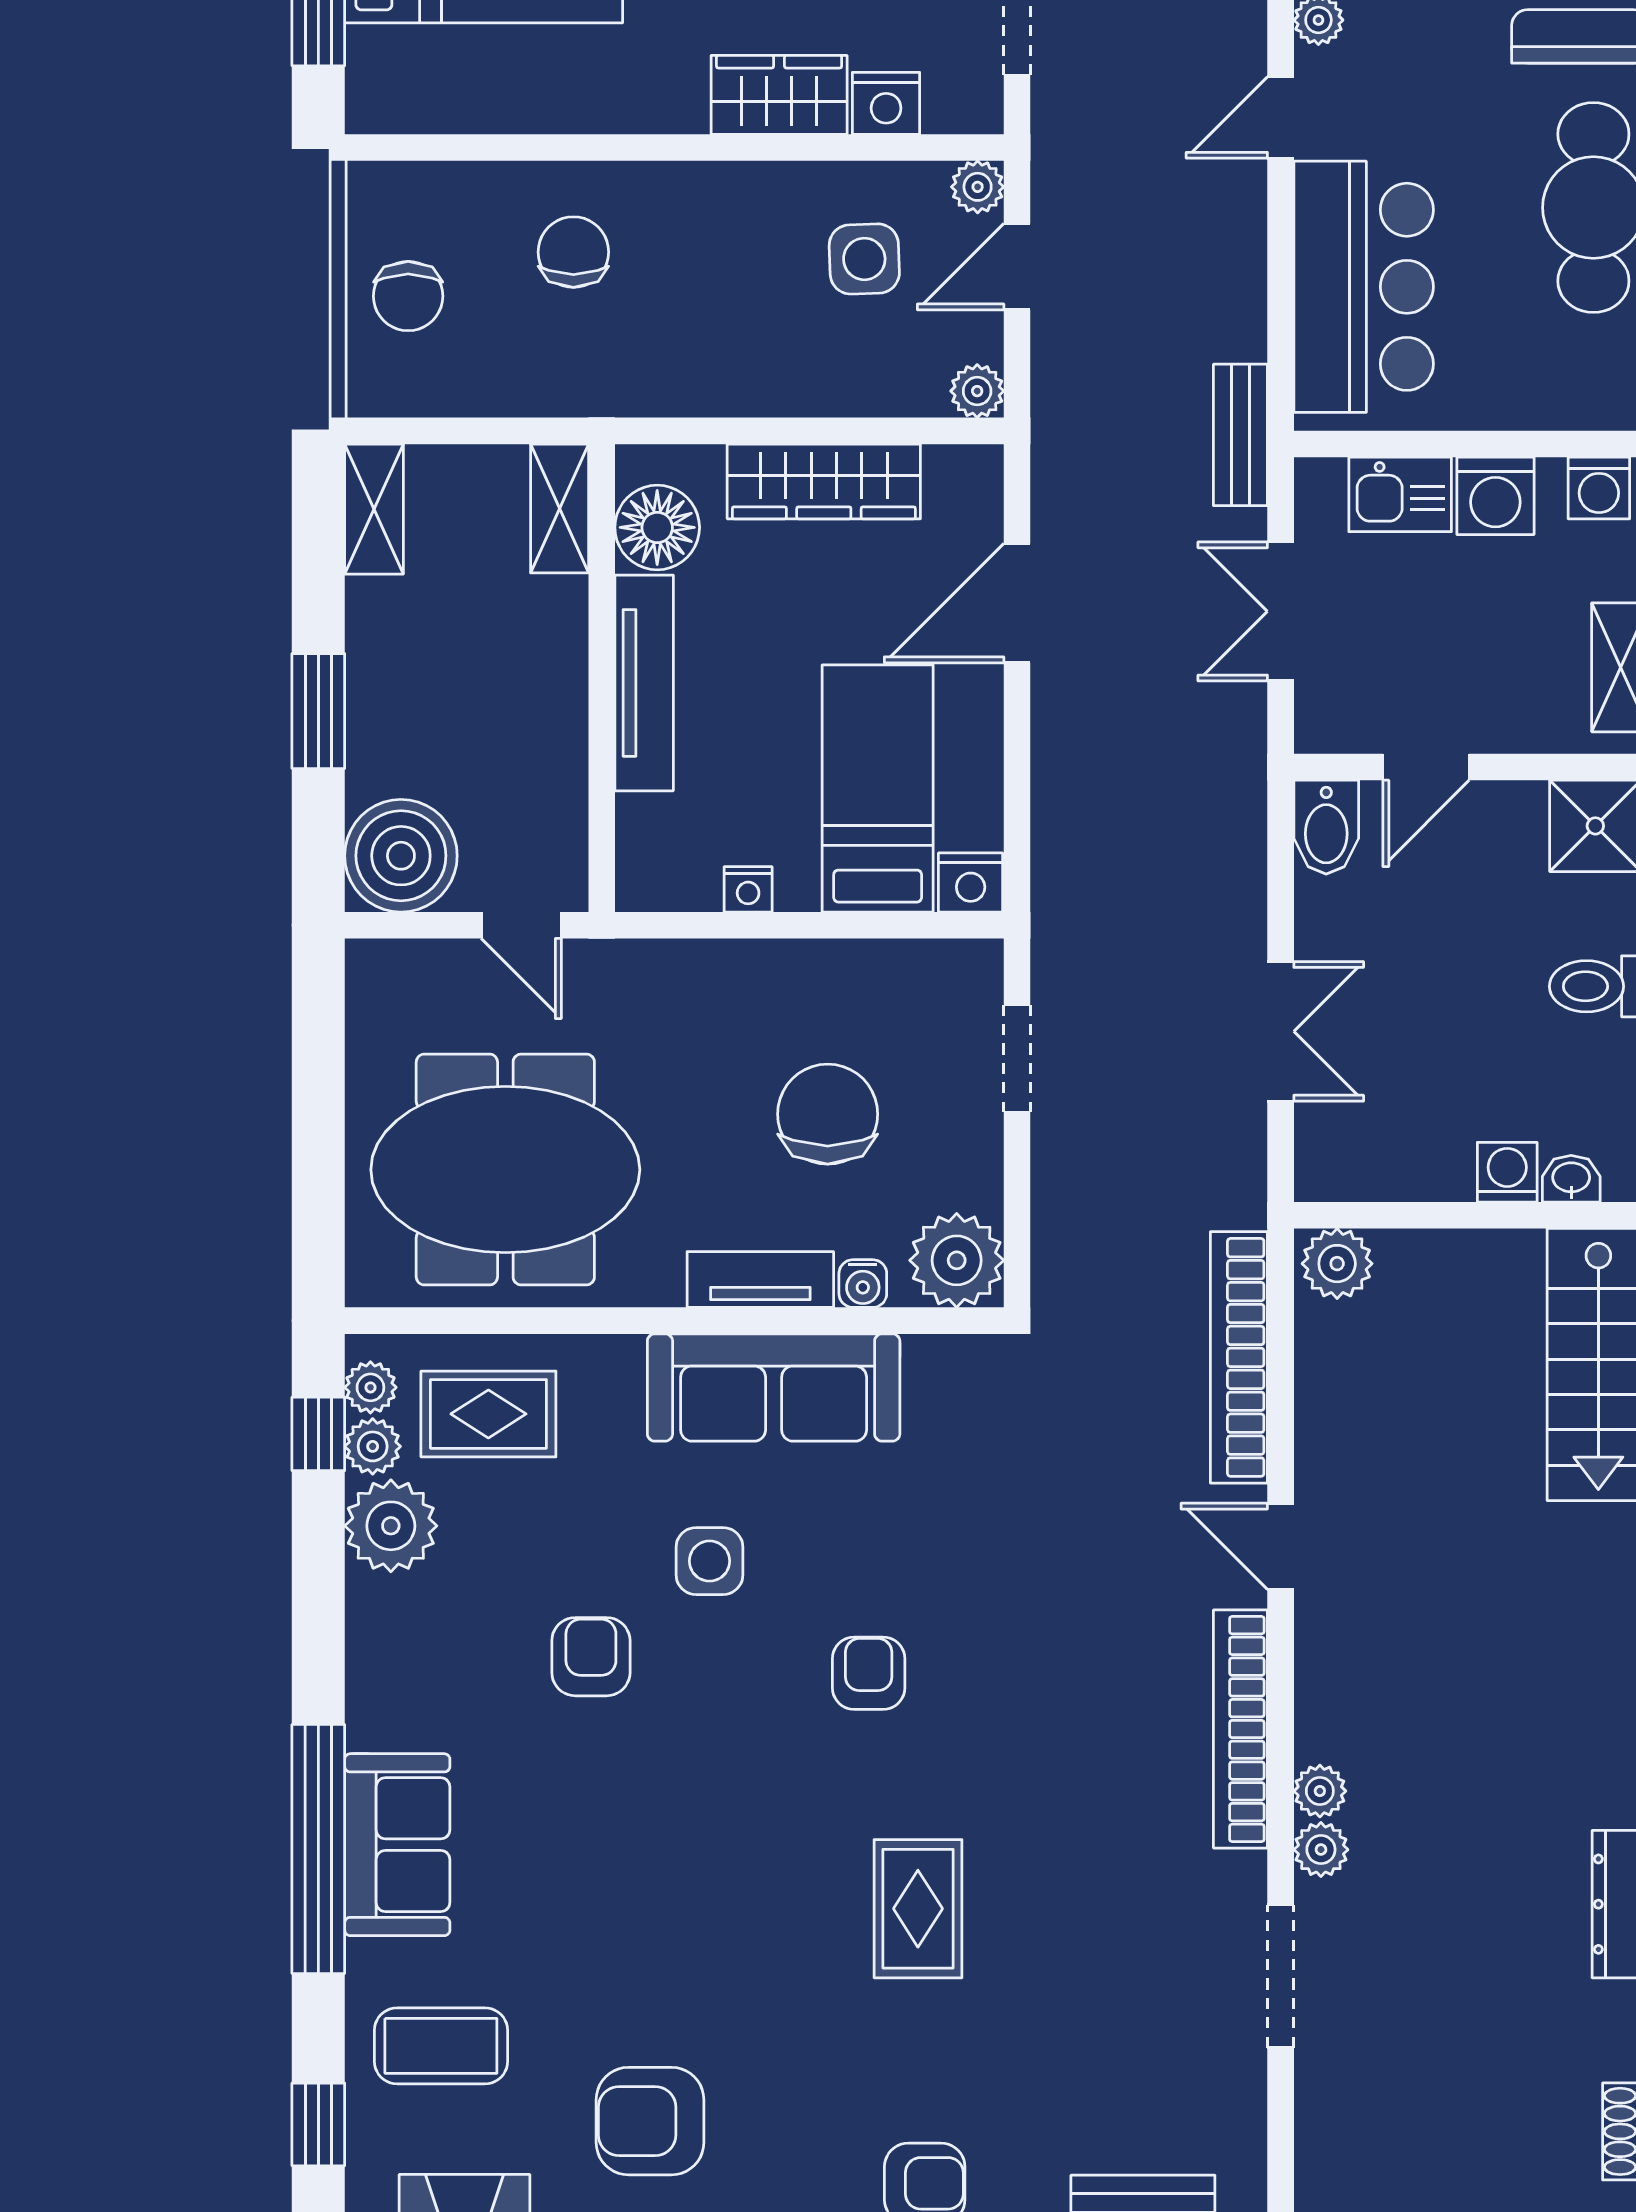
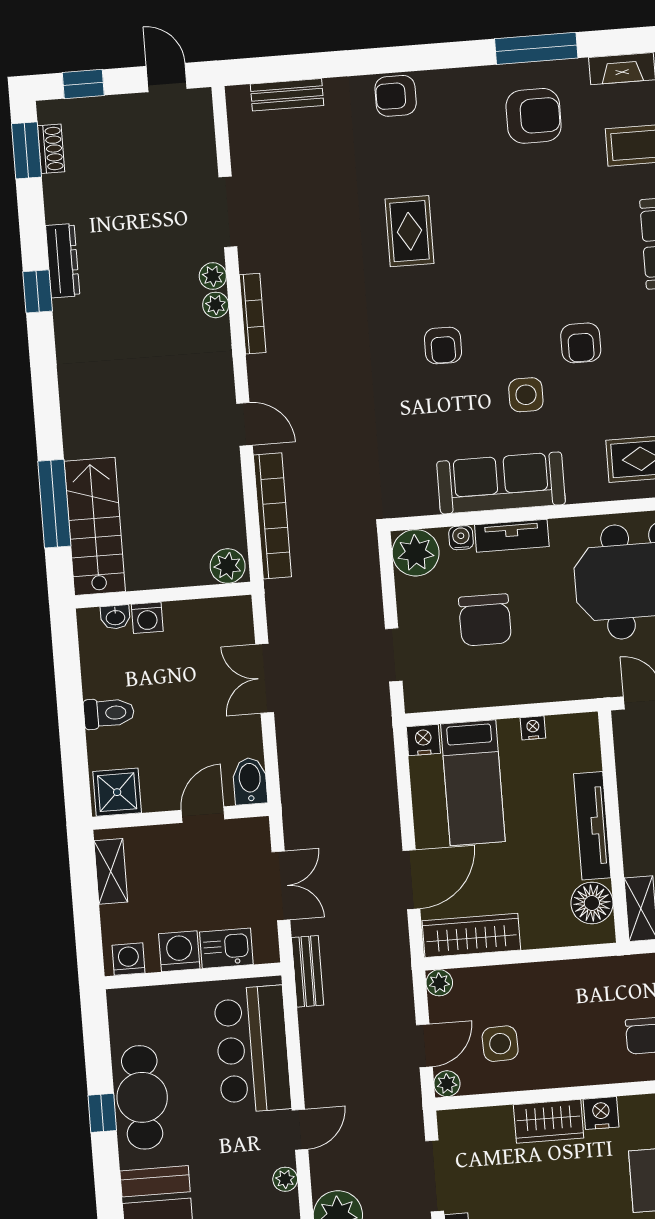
nightstand: (886, 103) -> (601, 1113), moved
wardrobe: (824, 481) -> (471, 935), moved
bookcase: (1240, 1729) -> (253, 314), width x0.68, depth x0.76

